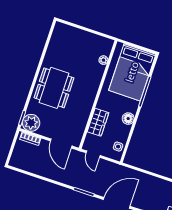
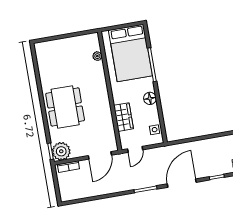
door: (61, 143) -> (100, 155), hinge flipped
door: (93, 154) -> (135, 149), hinge flipped

